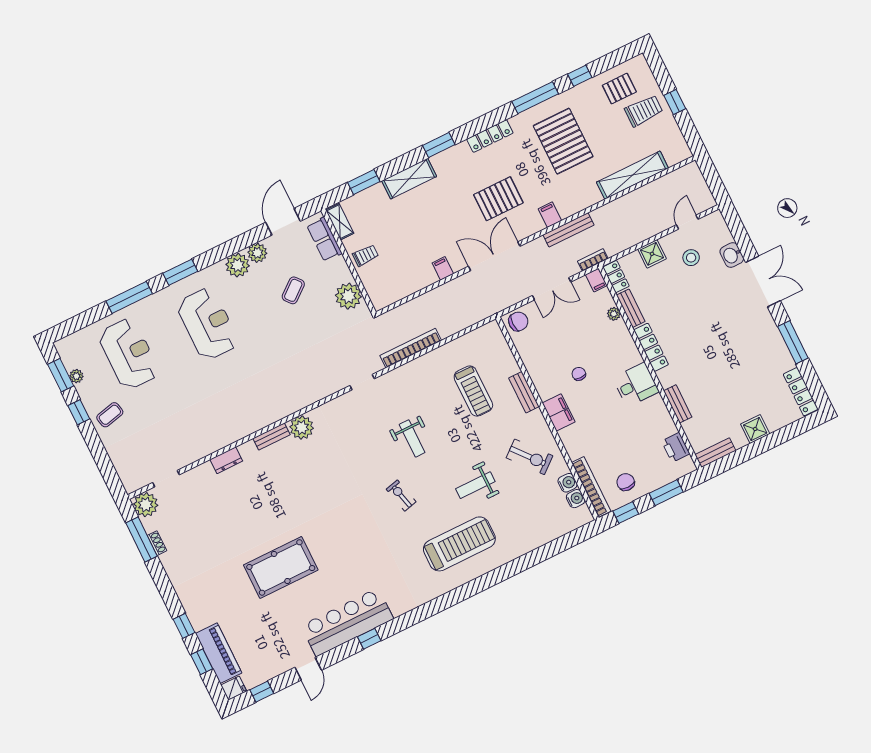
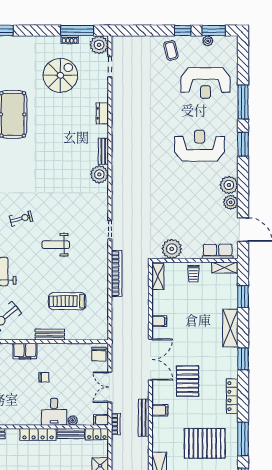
coffee table: (293, 290) -> (194, 214), removed
shelving: (390, 296) -> (158, 277), added
reception desk: (208, 324) -> (200, 146), turned 180
desk: (636, 385) -> (54, 412), moved
spiral stairs: (205, 533) -> (60, 75), added

